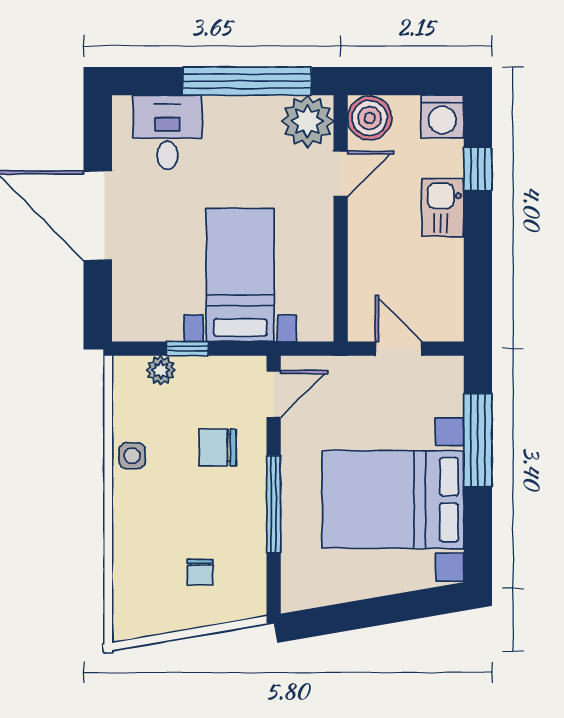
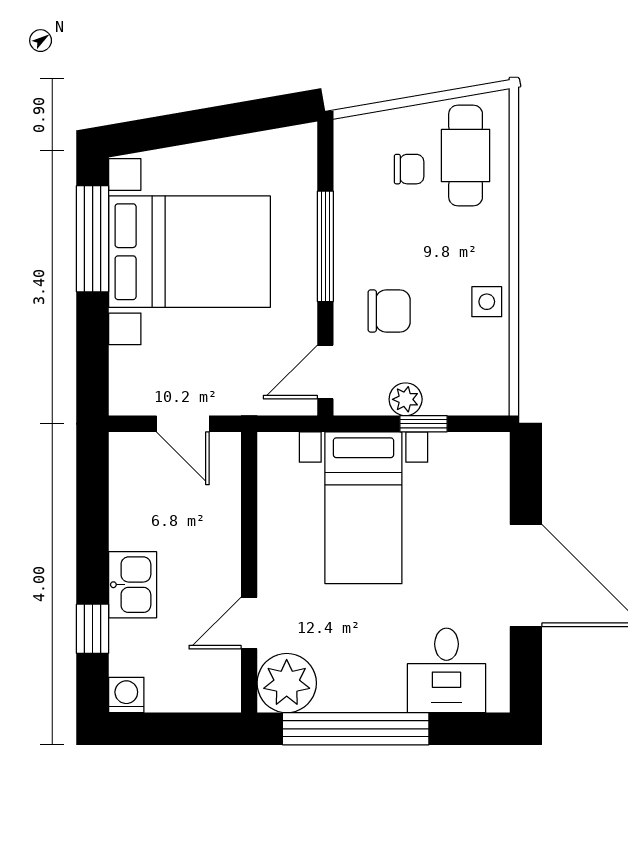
washing machine: (442, 117) -> (126, 695), width x0.73, depth x0.73
boiler: (370, 118) -> (216, 687), removed
plant: (161, 370) -> (406, 399), moved
window: (478, 440) -> (93, 239), moved
chair: (200, 572) -> (409, 169), turned 90
cafe table: (151, 584) -> (466, 155), added

